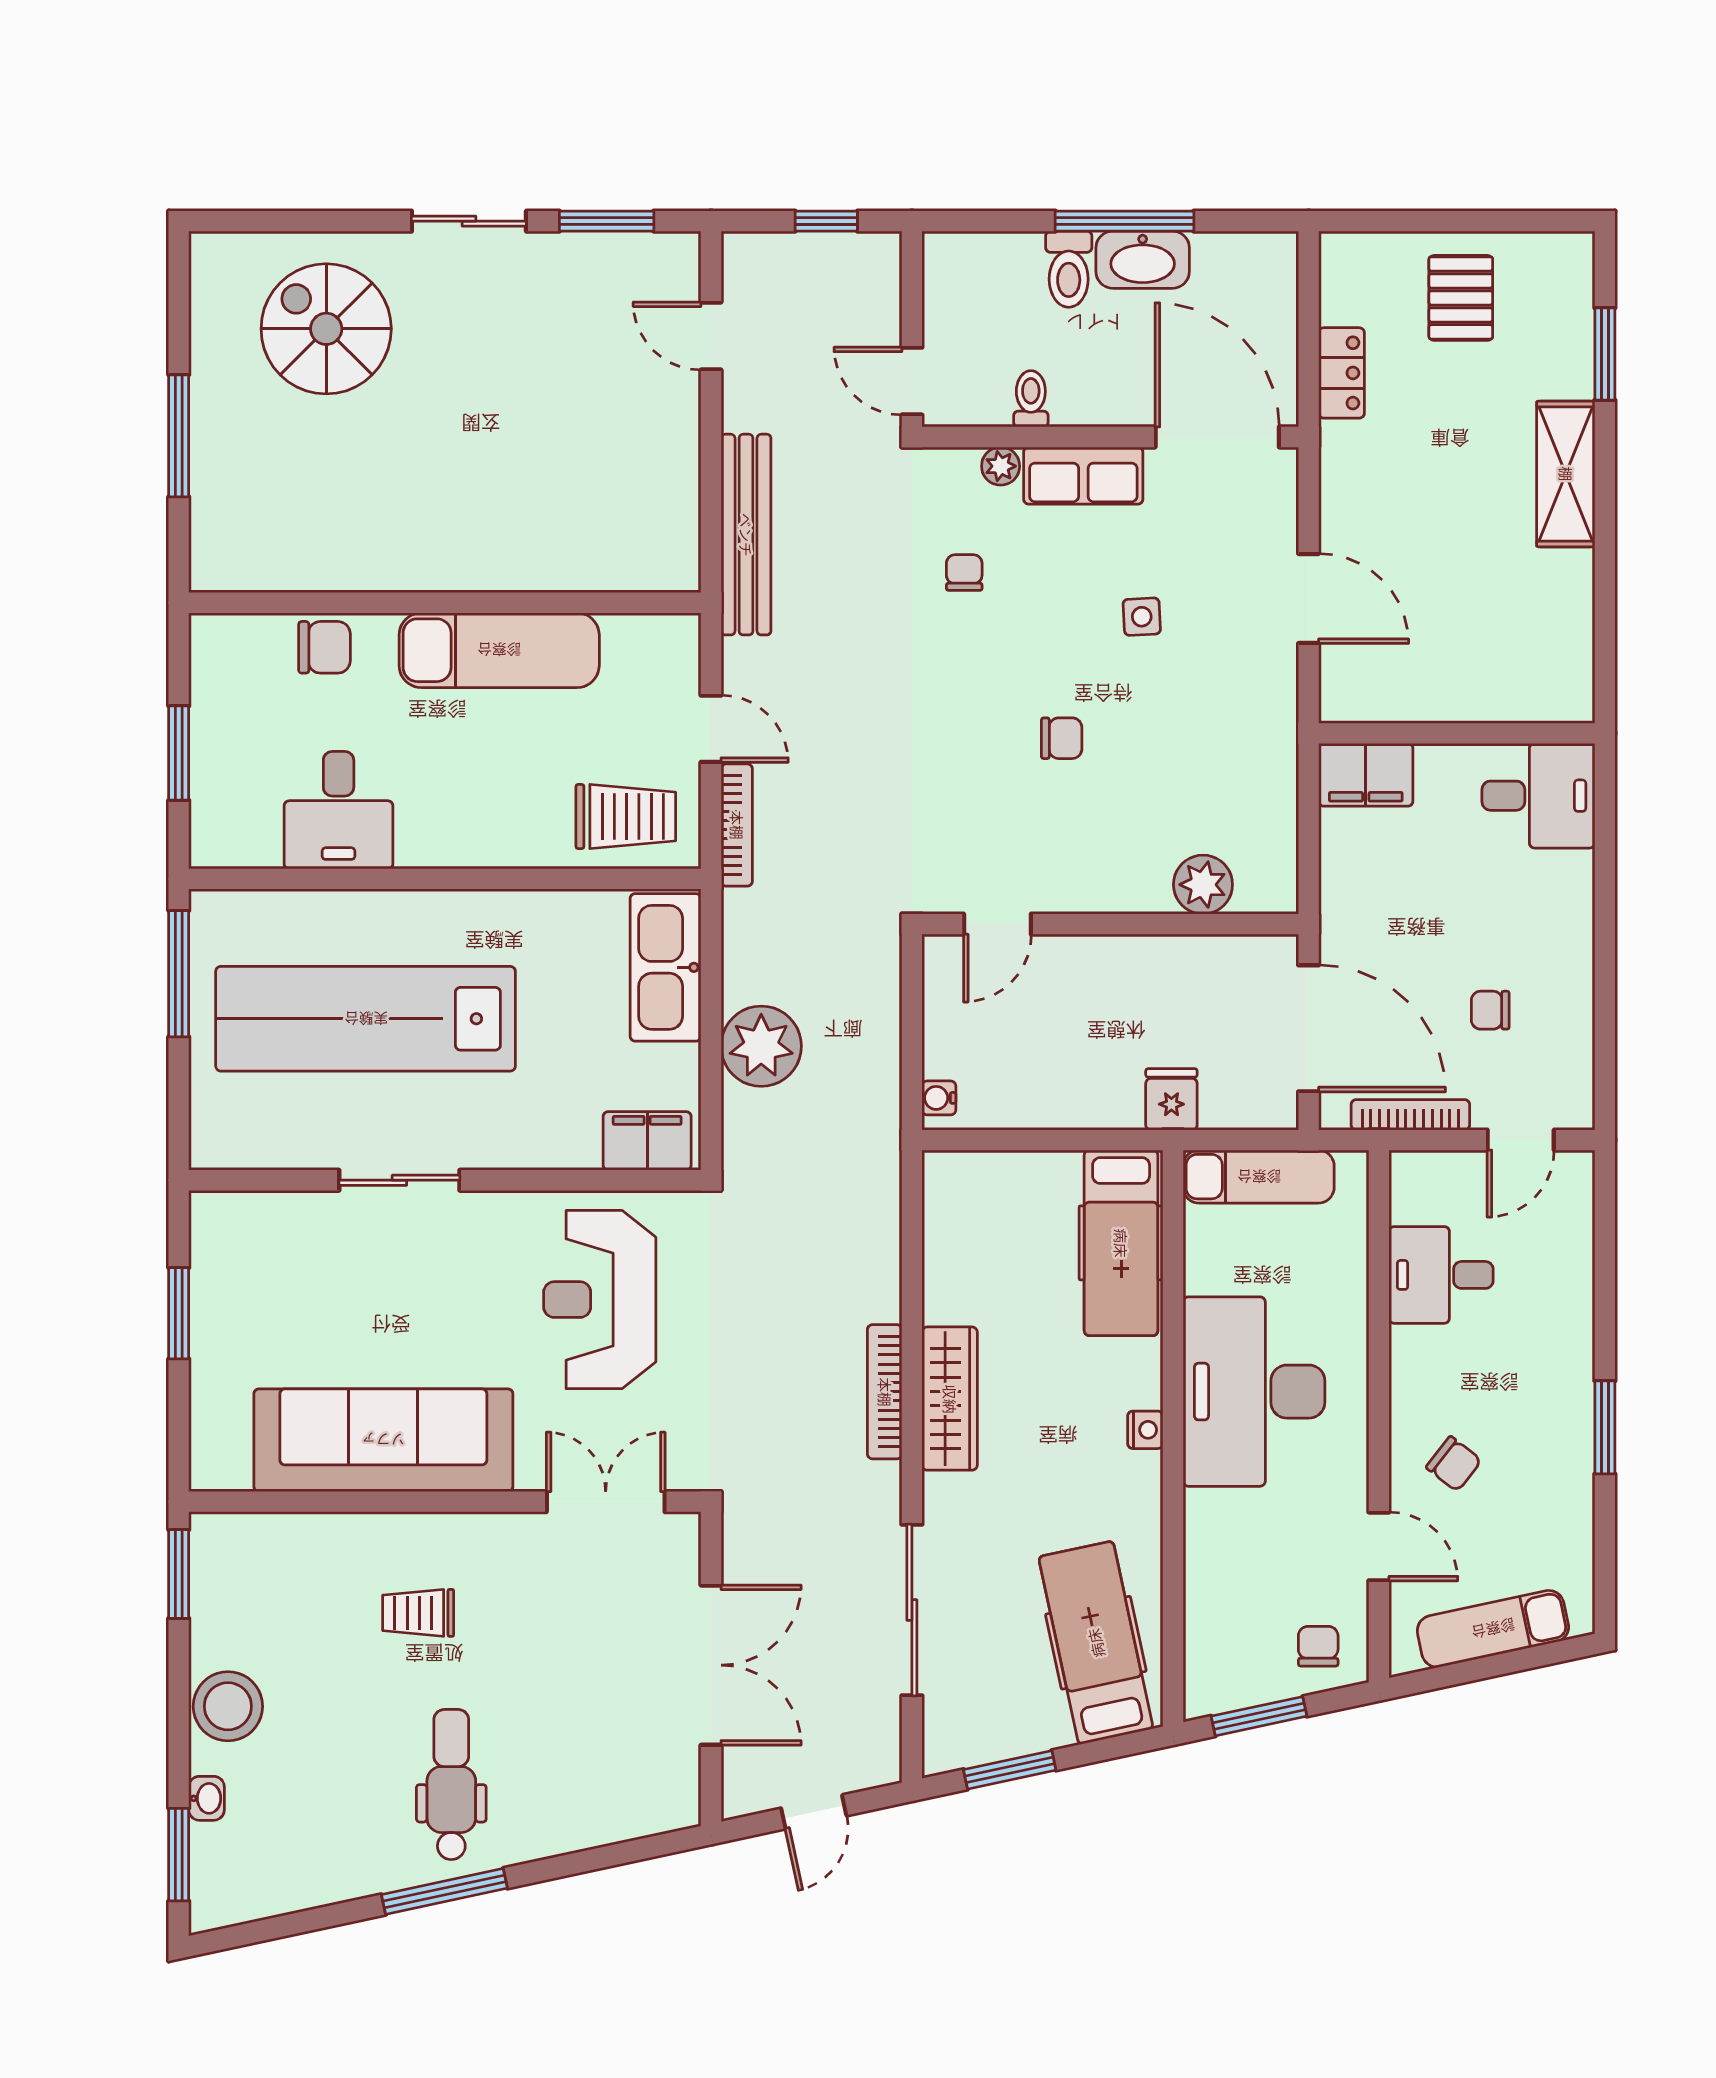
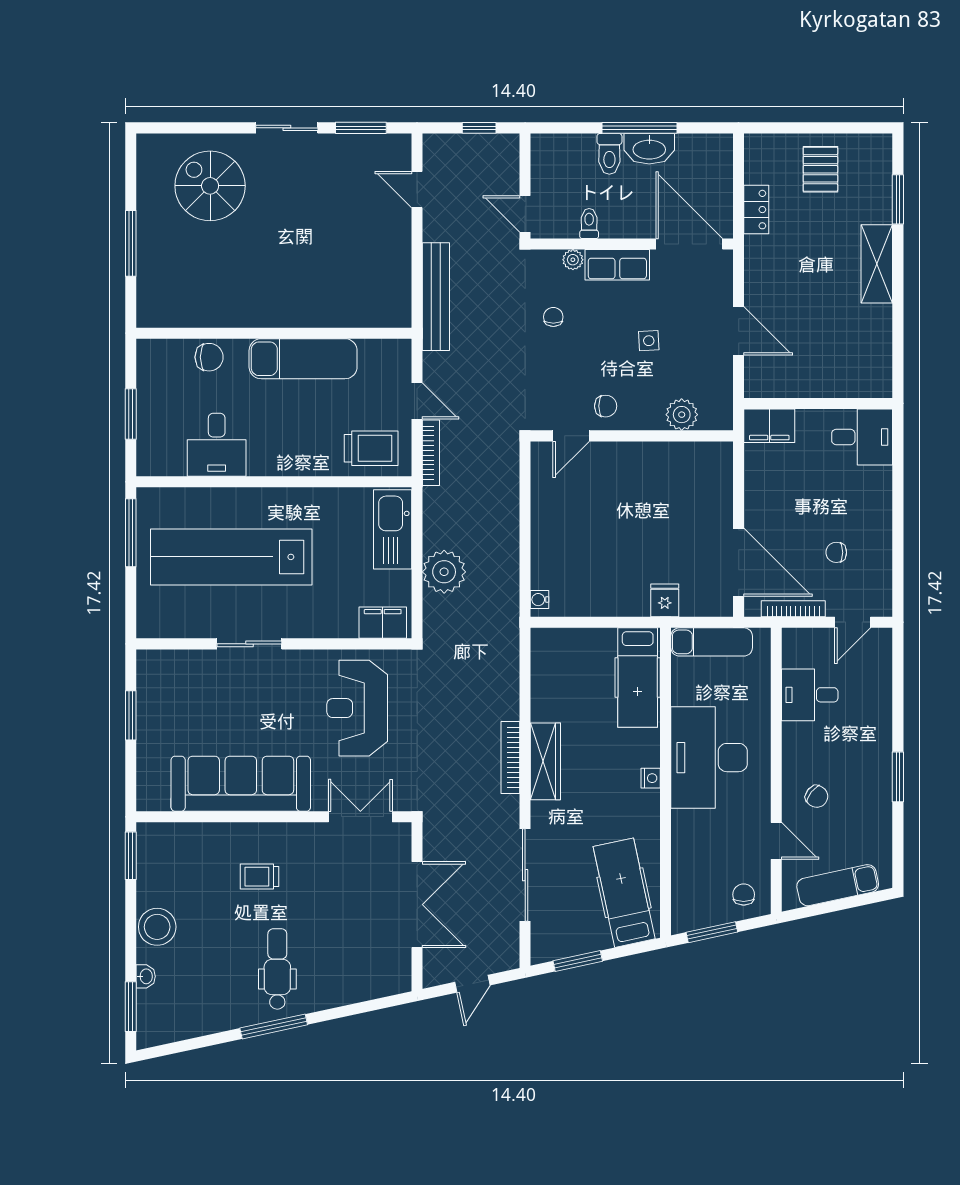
plant: (1203, 885) -> (682, 415), moved
door: (997, 924) -> (571, 436), moved
wall: (1110, 924) -> (632, 436), moved

